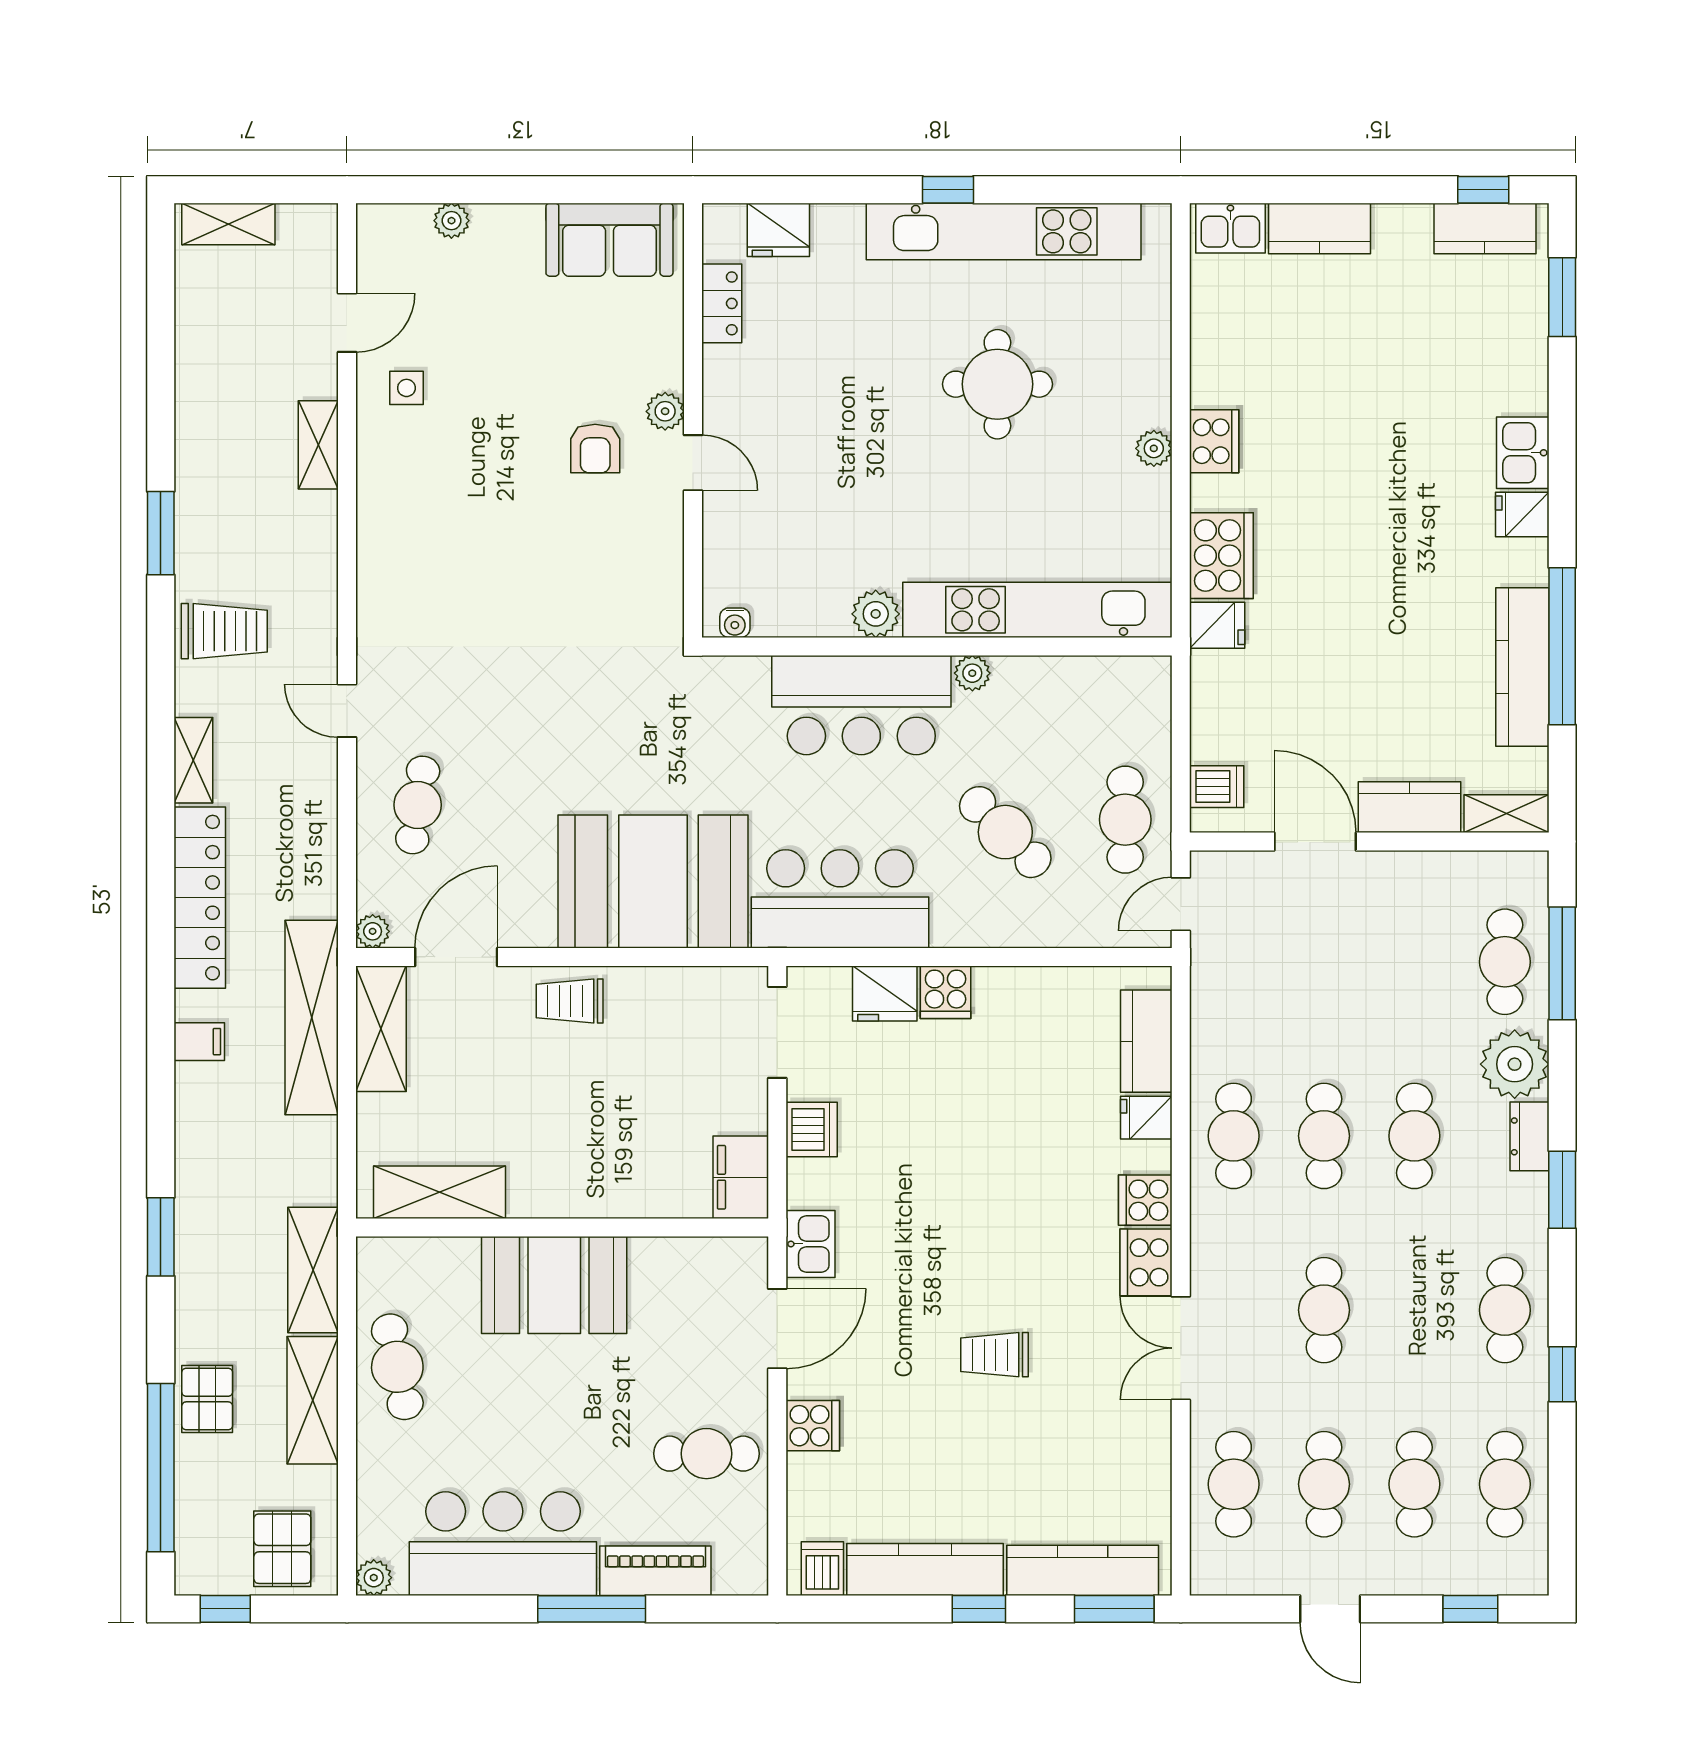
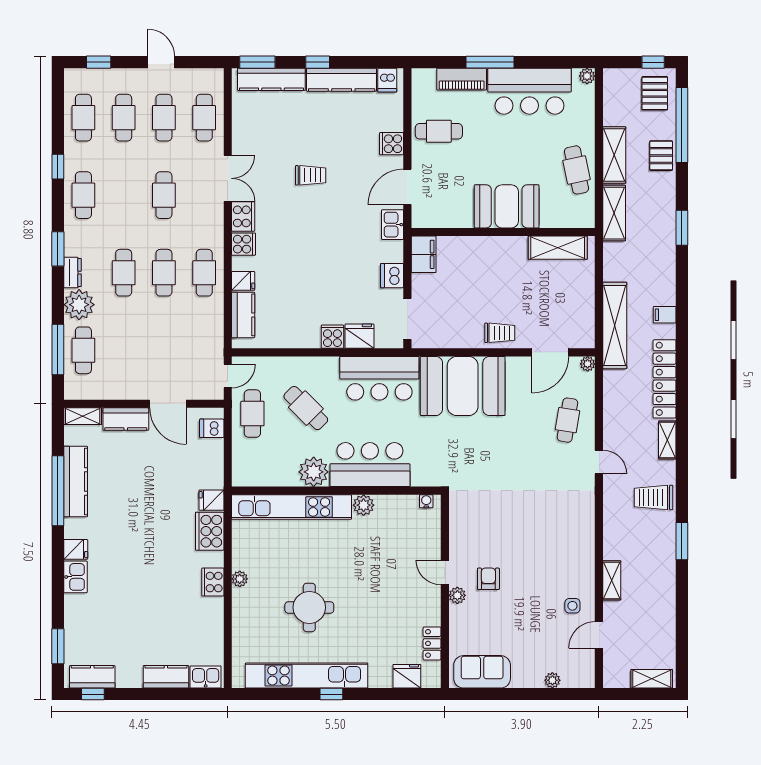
plant: (972, 673) -> (314, 472), width x1.87, depth x1.87
shelving: (381, 1029) -> (584, 320), removed
pallet: (282, 1549) -> (655, 93), moved

